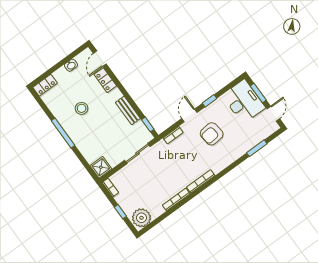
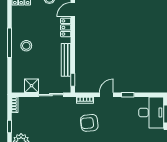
stool: (82, 108) -> (26, 46), moved
bench: (128, 110) -> (66, 60), width x1.36
armchair: (212, 134) -> (89, 123), moved
shower: (101, 167) -> (32, 86), moved

